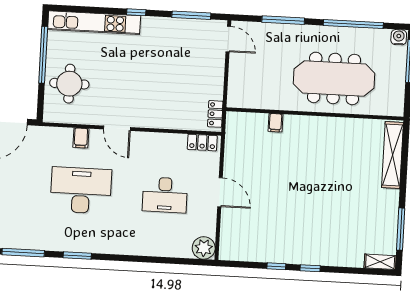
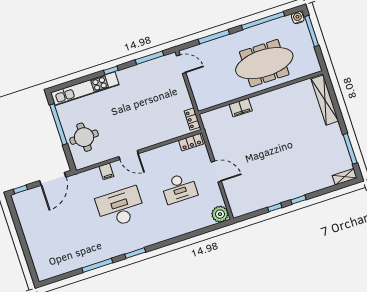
filing cabinet: (275, 123) -> (241, 108), width x2.00

